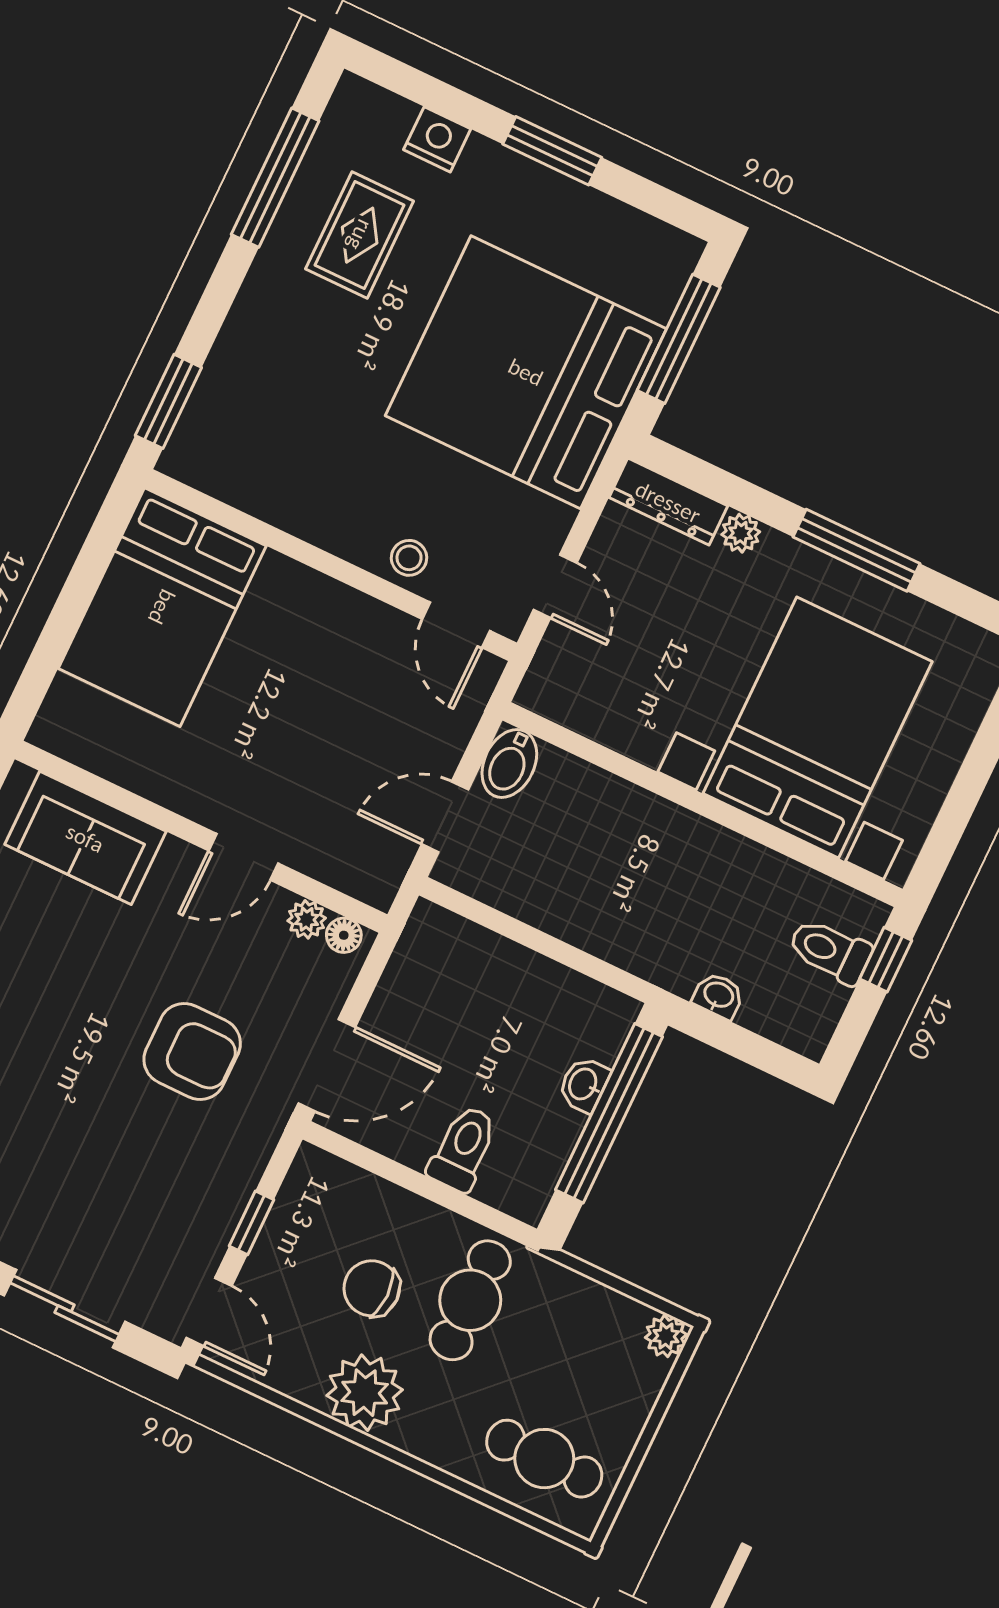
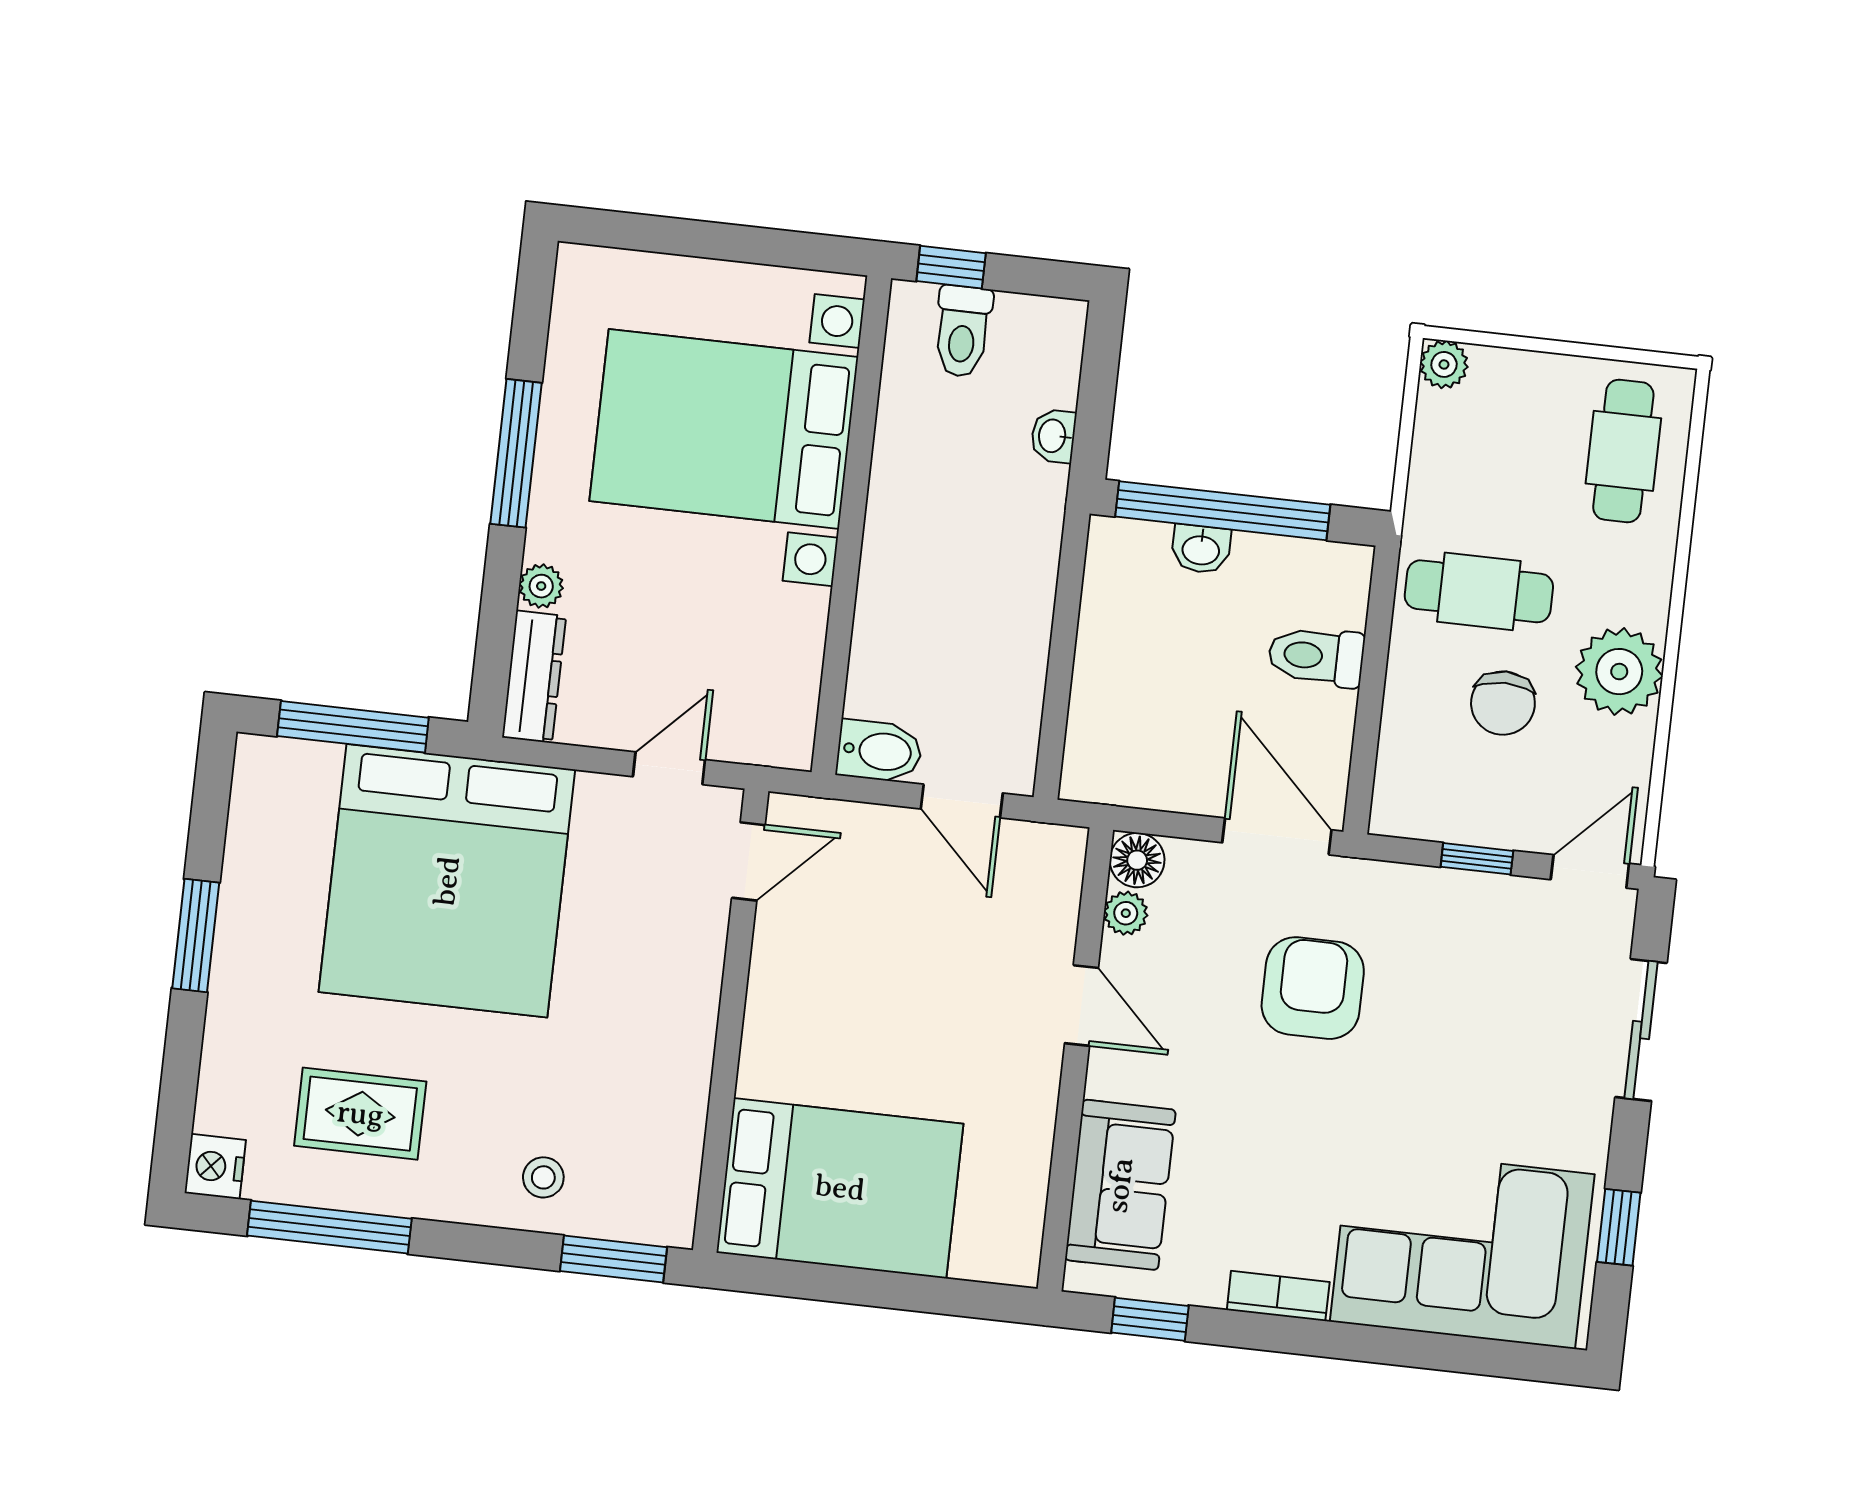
nightstand: (437, 139) -> (215, 1166), moved
stool: (409, 558) -> (543, 1177), moved
floor lamp: (344, 935) -> (1137, 860), width x1.37, depth x1.37

